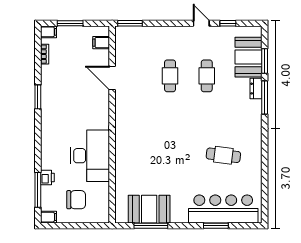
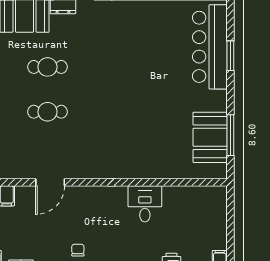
cafe table: (223, 155) -> (144, 47), removed
desk: (90, 156) -> (145, 204), width x0.53, depth x0.77
chair: (76, 200) -> (78, 250), moved, width x0.54, depth x0.54

